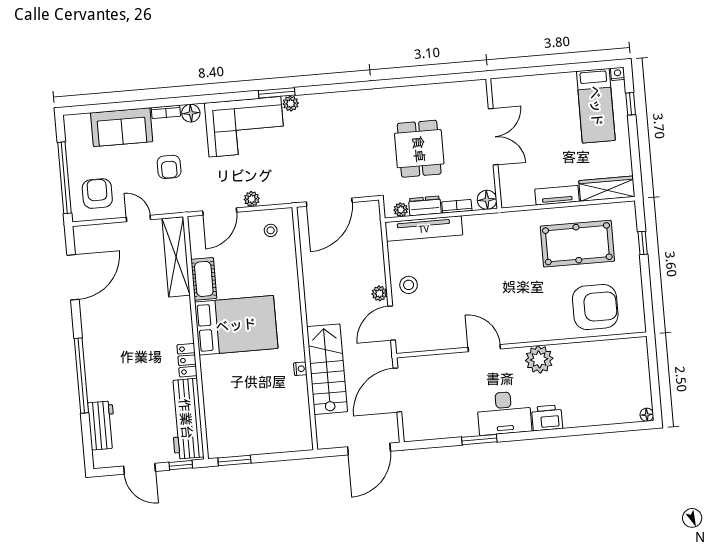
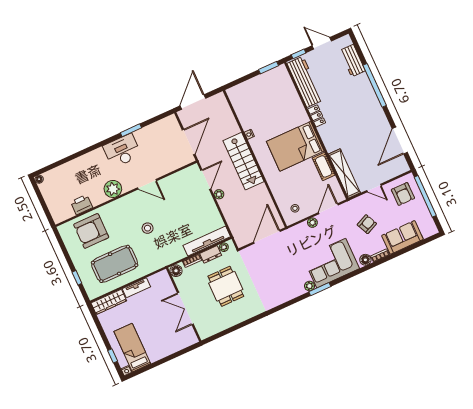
armchair: (169, 167) -> (367, 224), turned 65
stool: (409, 285) -> (148, 228), moved
stairs: (327, 369) -> (243, 161), moved
printer: (547, 418) -> (82, 205), moved, turned 180

